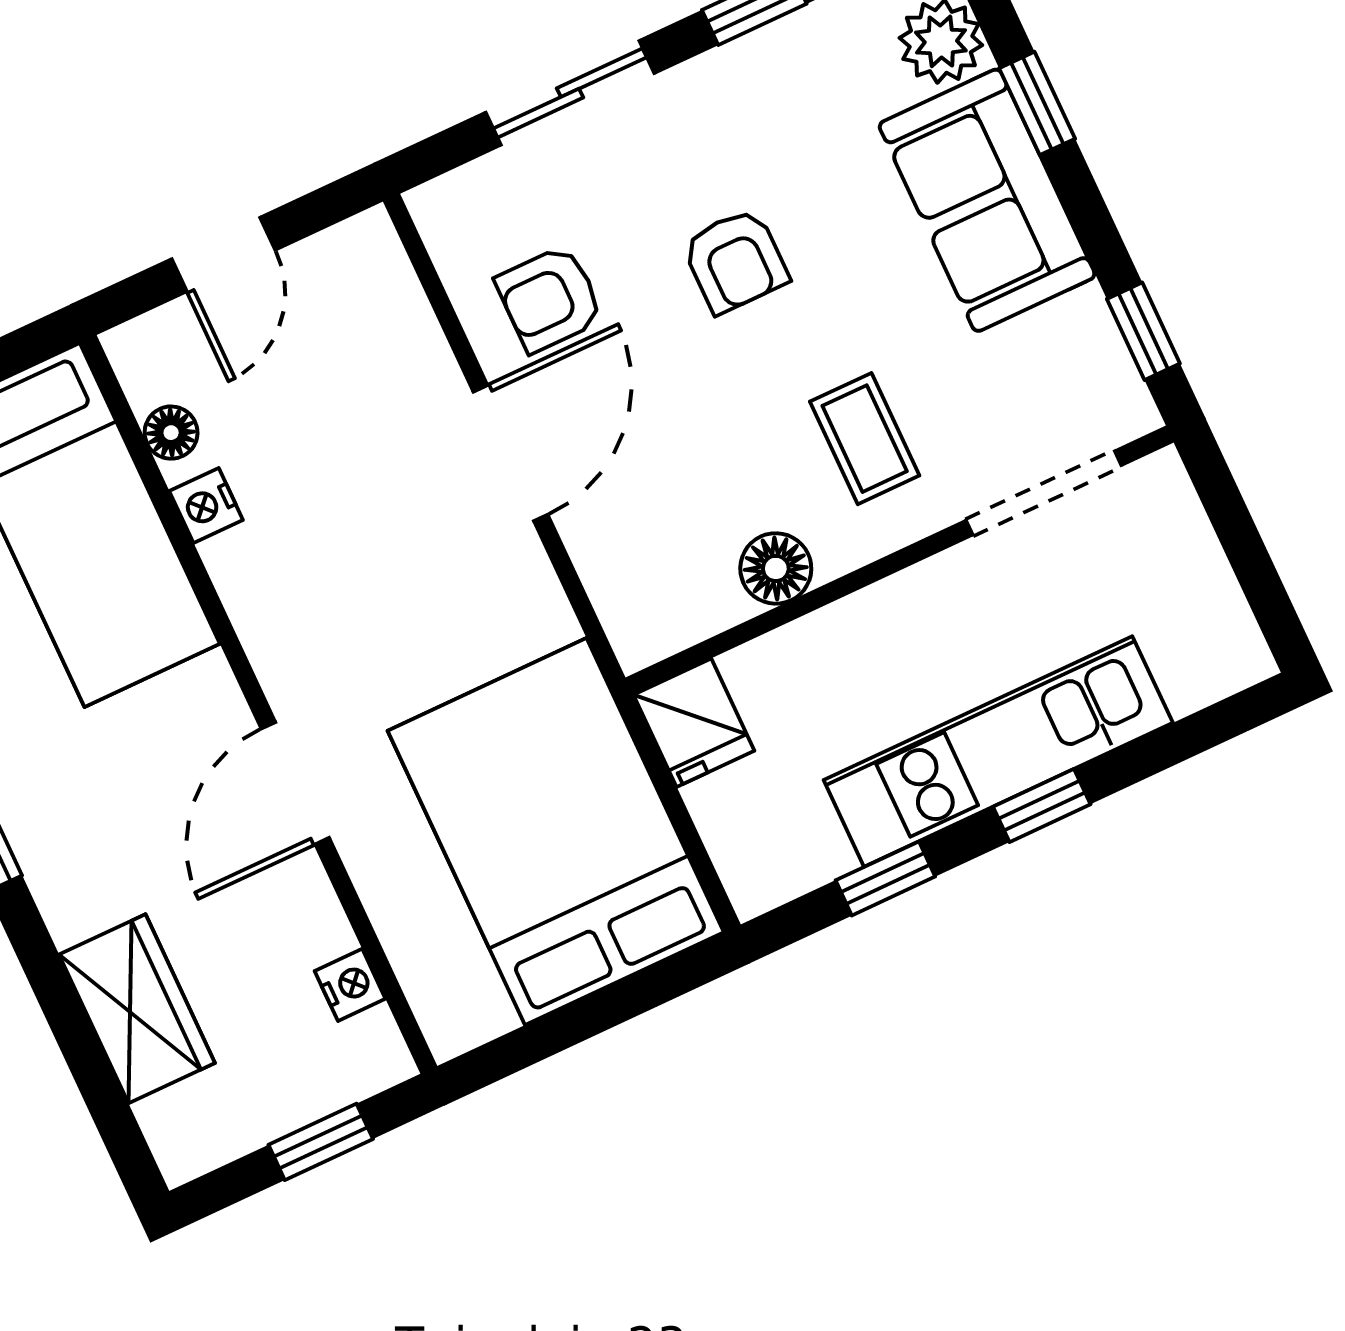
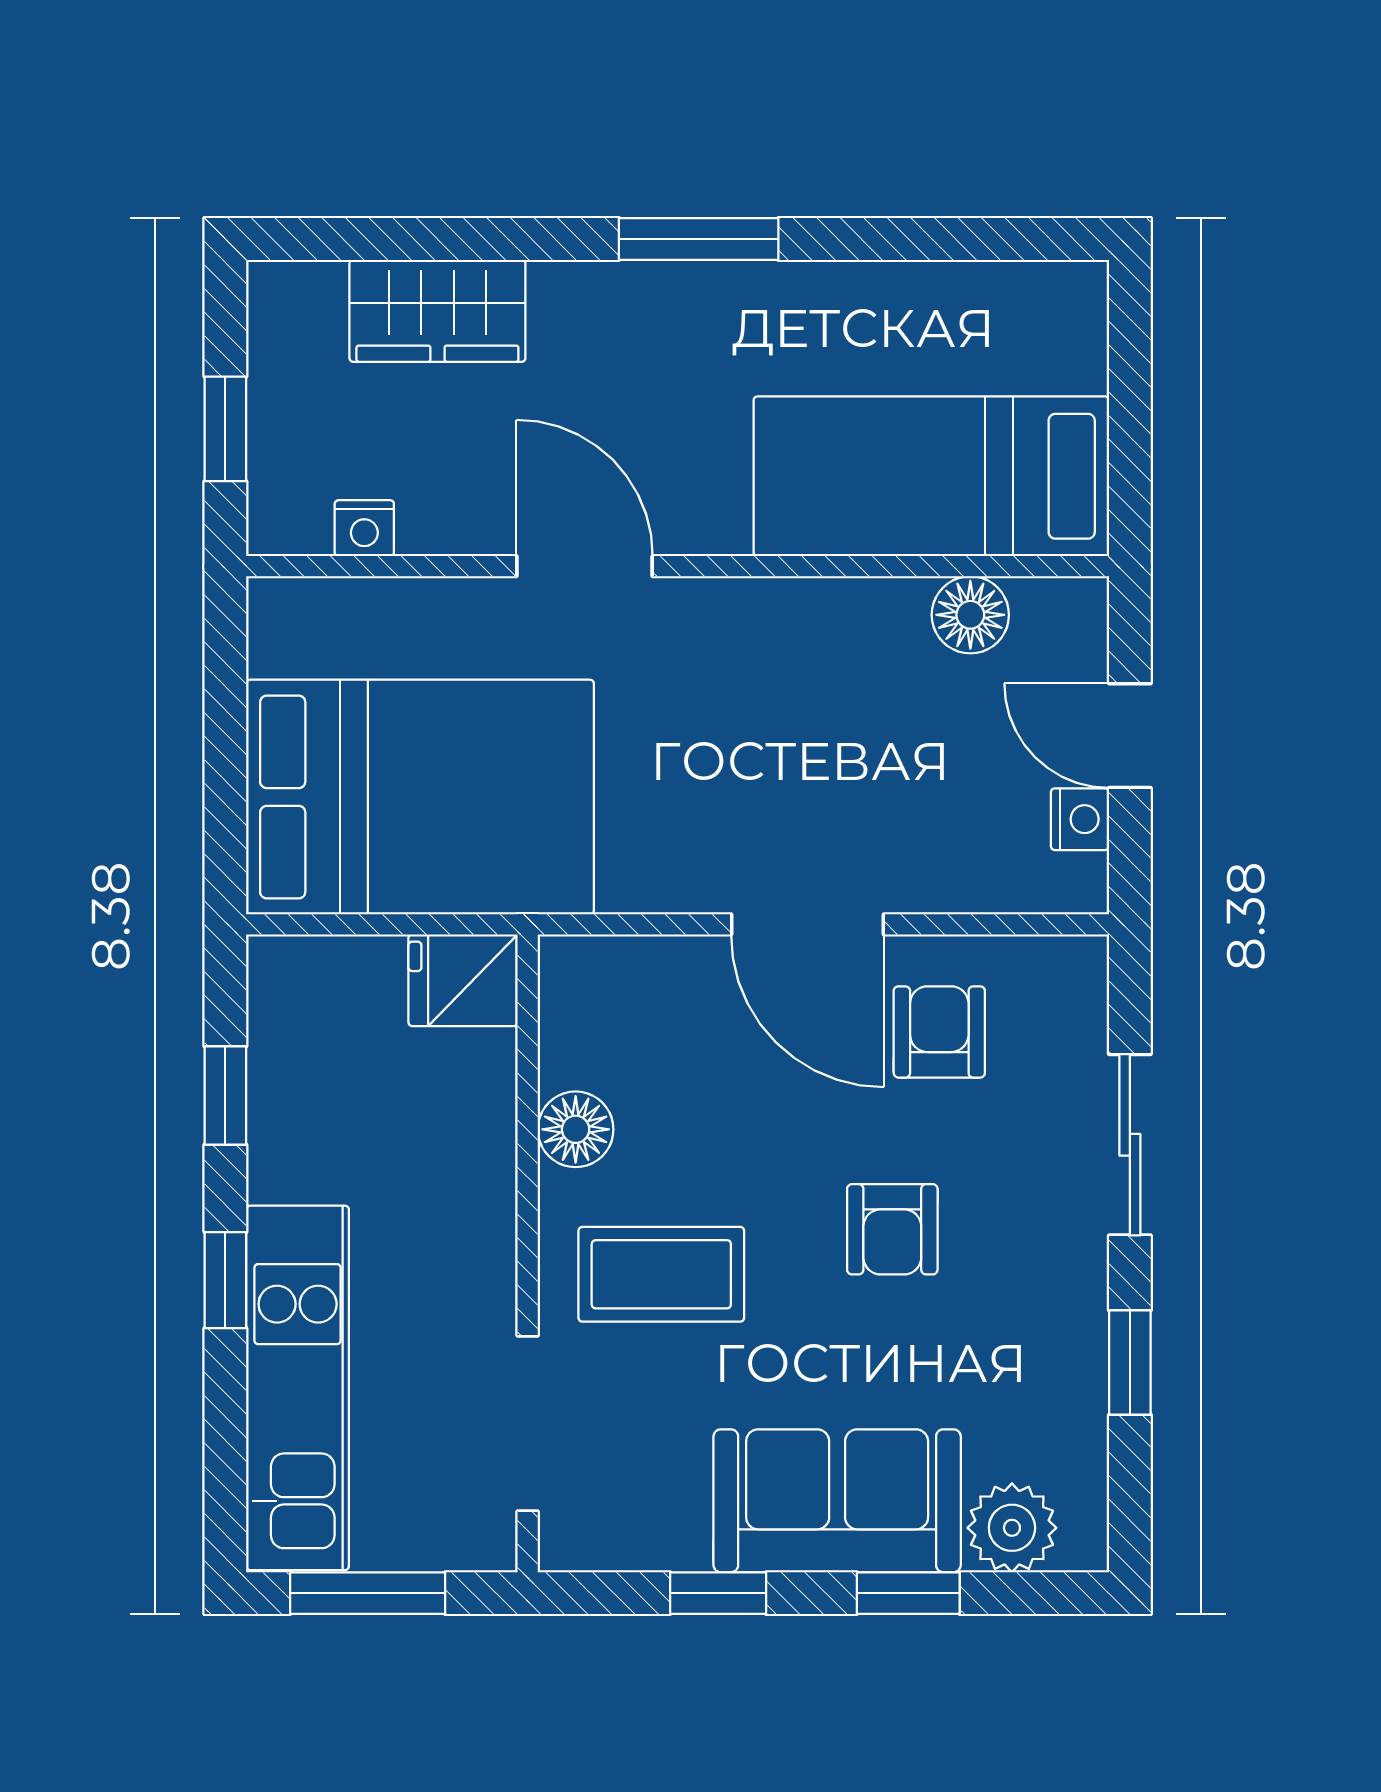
armchair: (735, 261) -> (892, 1229), turned -90
window: (1143, 331) -> (718, 1593), moved
floor lamp: (171, 433) -> (970, 615), width x1.37, depth x1.37
coffee table: (865, 439) -> (661, 1274), width x1.36, depth x1.30
nightstand: (206, 506) -> (1080, 819), moved, turned 90
window: (1251, 561) -> (368, 1593), added
kitchen unit: (998, 751) -> (298, 1388), moved

